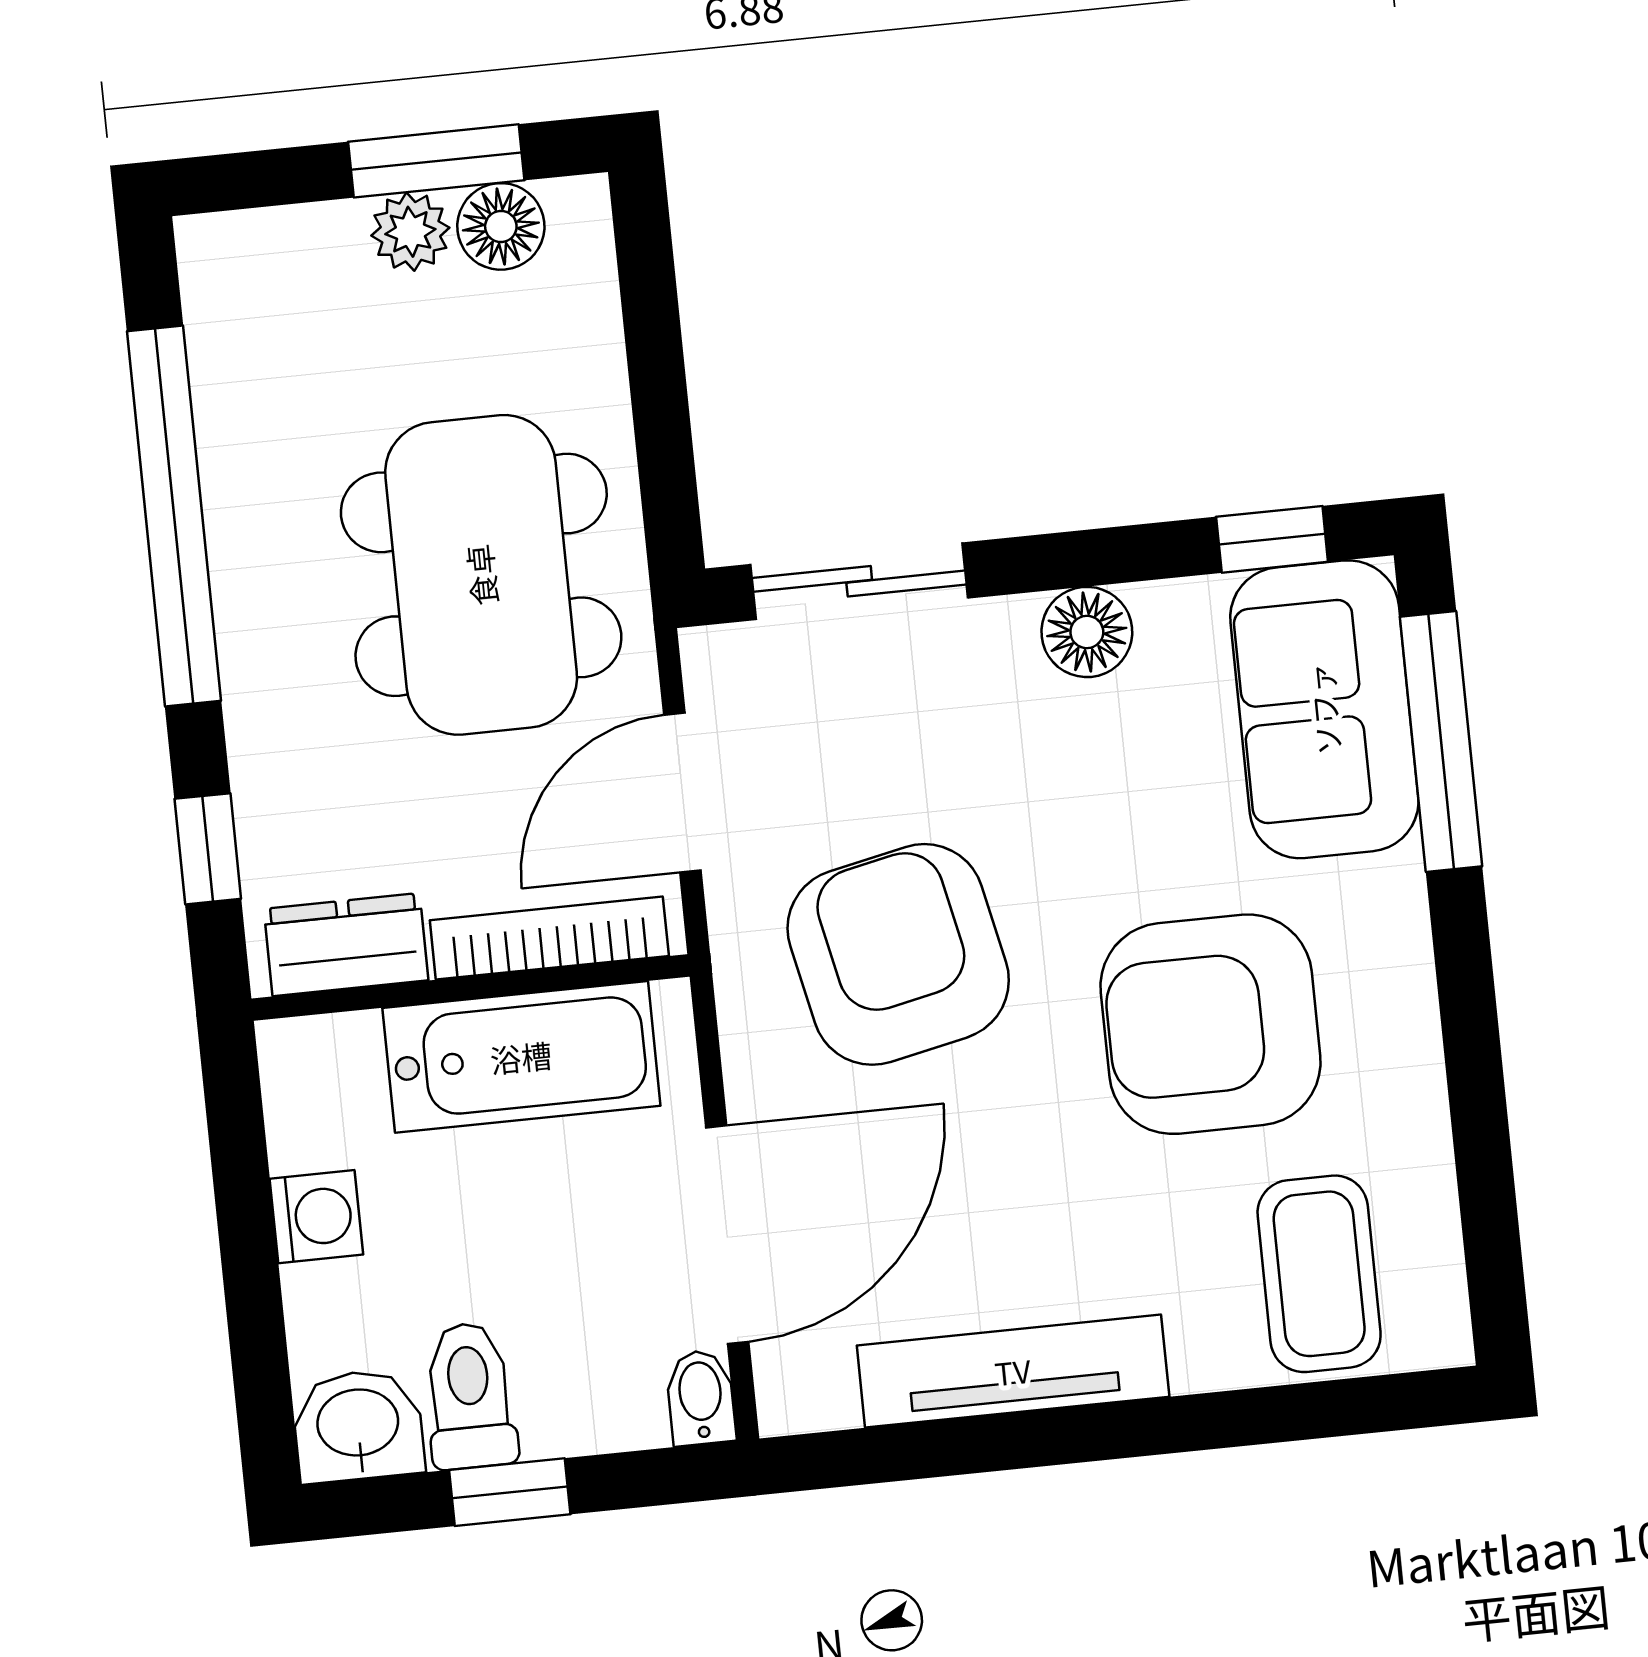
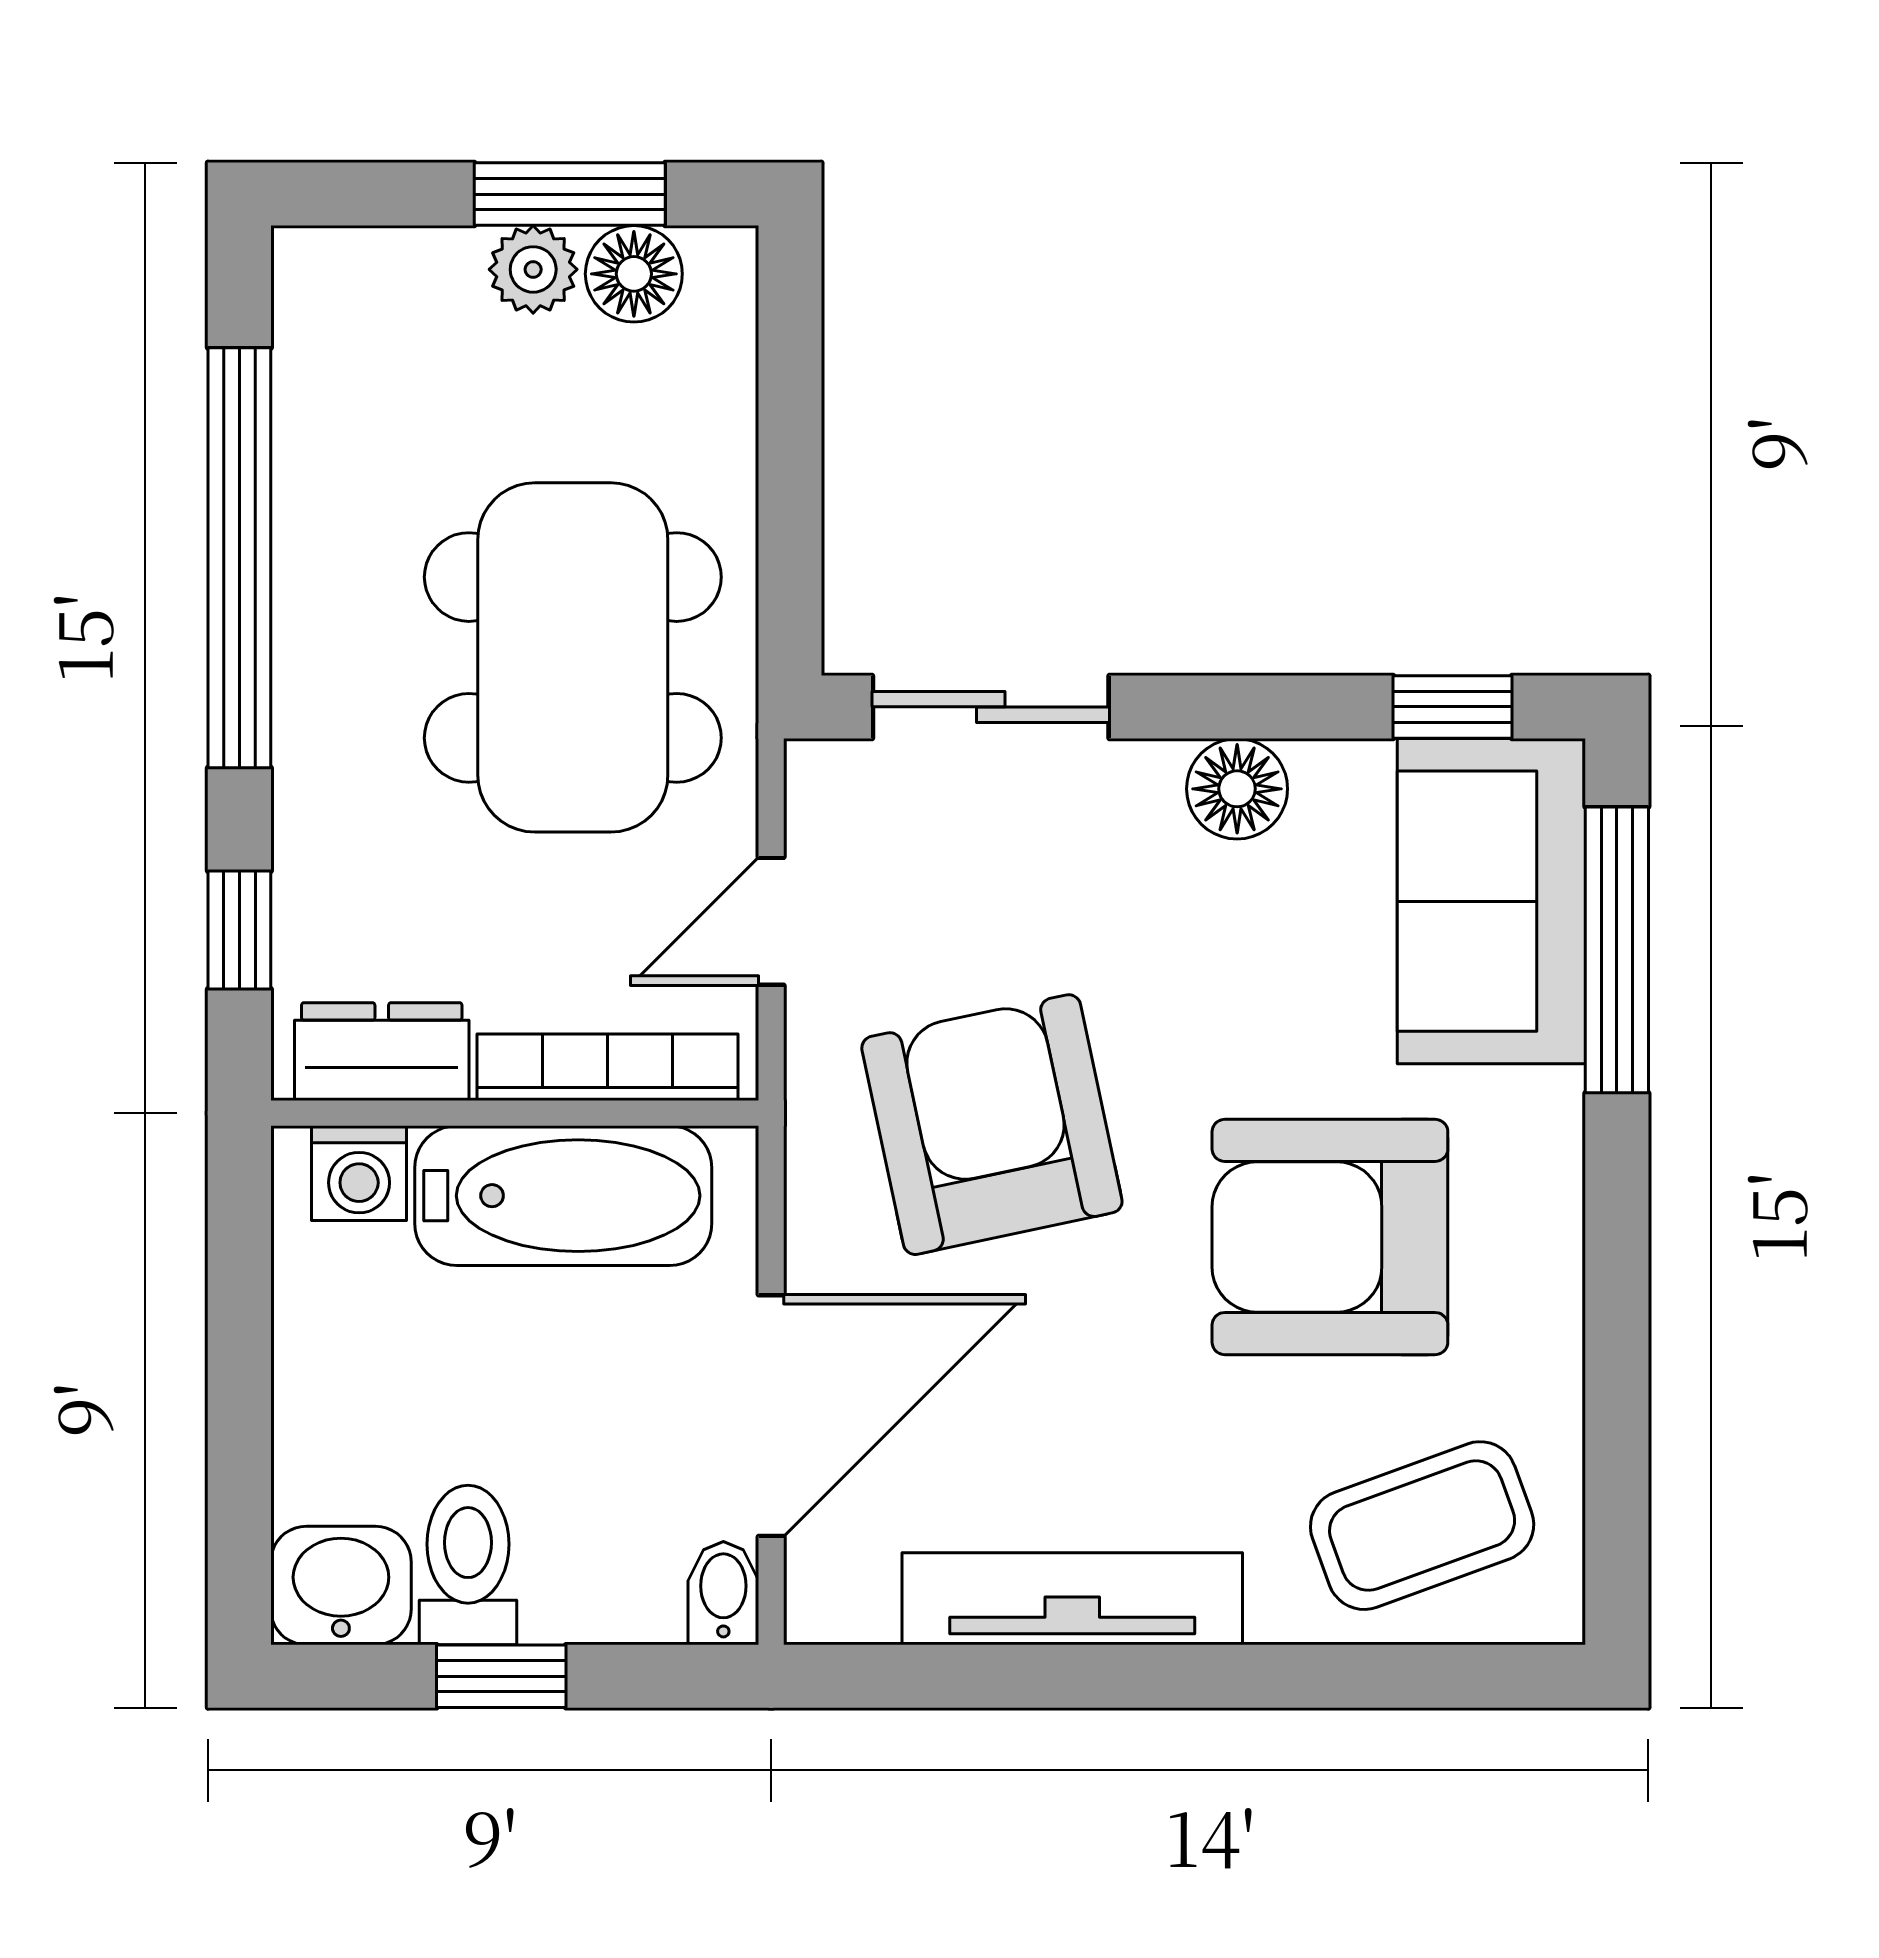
door: (682, 793) -> (771, 921), width x0.73
washing machine: (316, 1217) -> (359, 1173), moved, turned 90
coffee table: (1319, 1274) -> (1422, 1526), turned 70

